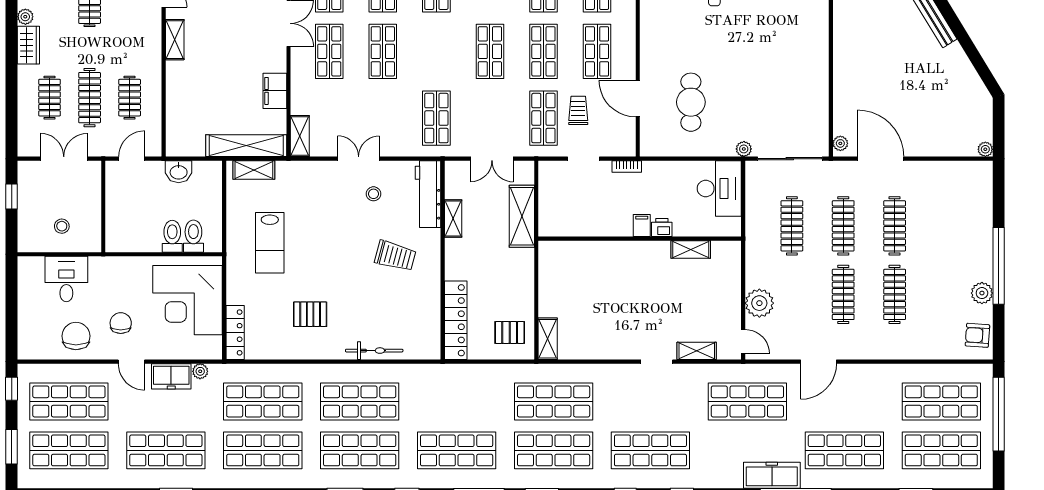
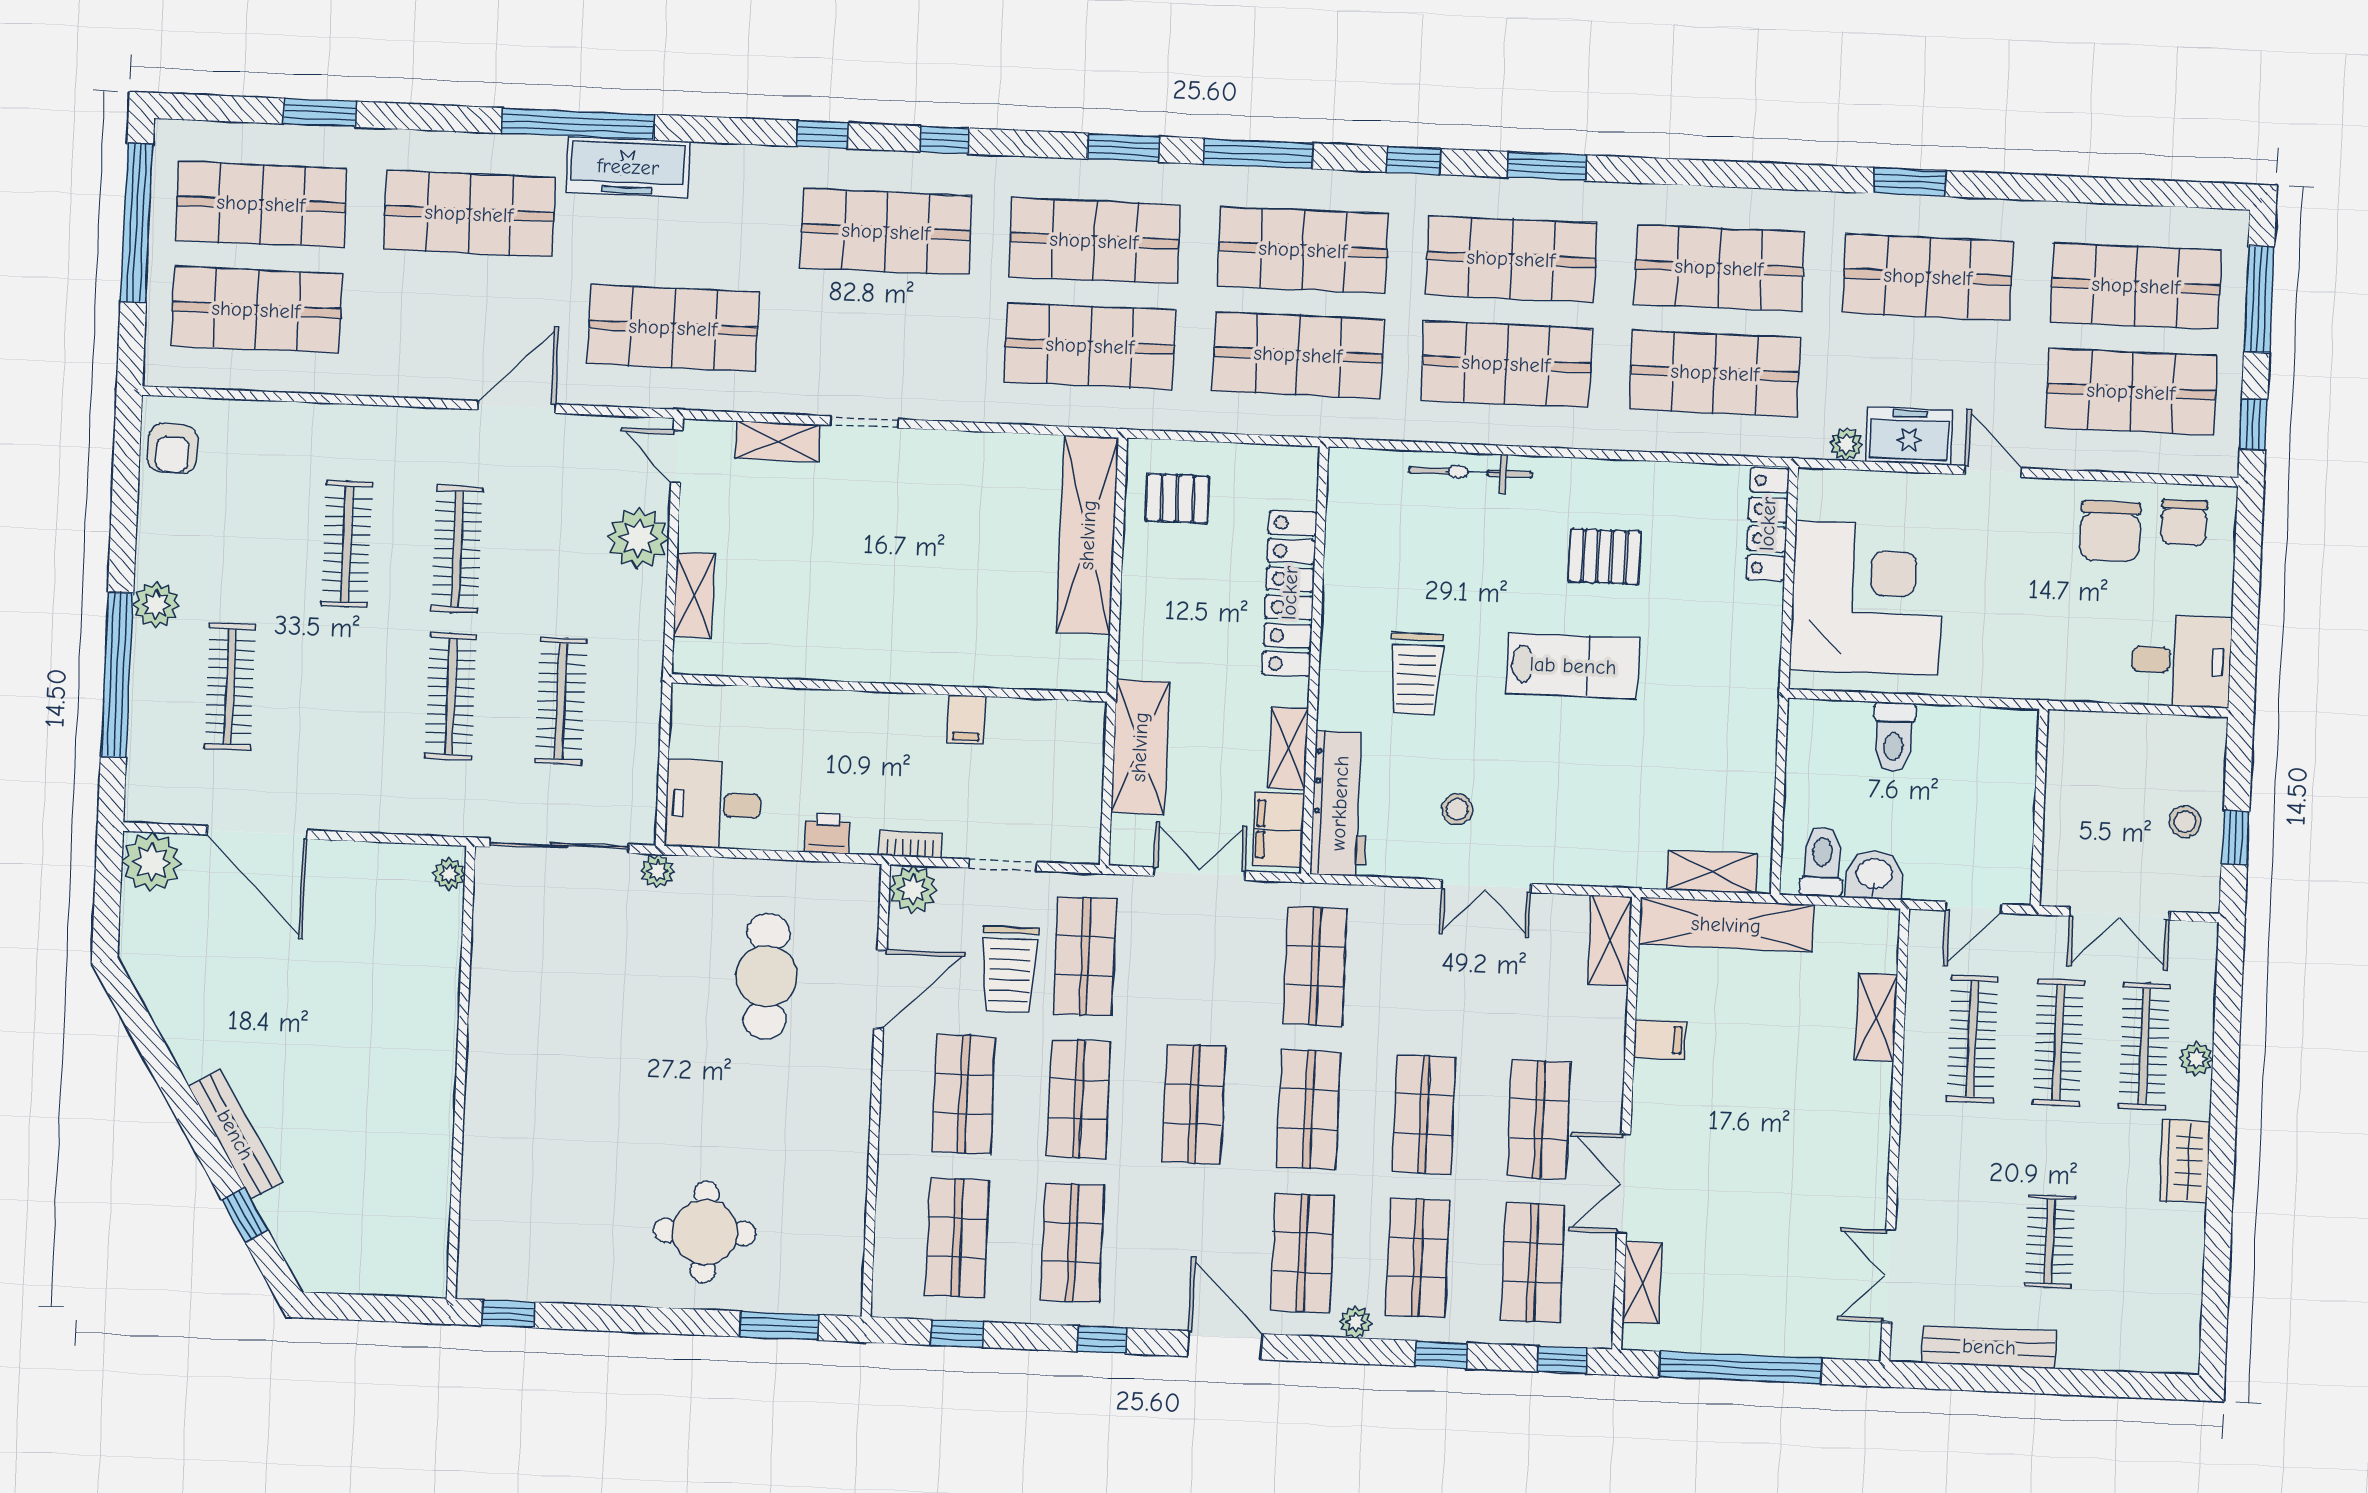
plant: (25, 17) -> (2196, 1059), moved
shelving: (175, 40) -> (1876, 1017), moved
shop shelf: (436, 51) -> (1309, 1109), added
filing cabinet: (275, 91) -> (1660, 1040), width x0.50
clothes rail: (50, 98) -> (2145, 1046), width x1.36
clothes rail: (130, 98) -> (1972, 1039), width x1.36
door: (638, 99) -> (880, 989), hinge flipped
trolley: (578, 110) -> (1009, 969), width x1.36, depth x1.39
plant: (625, 146) -> (913, 889), added
plant: (985, 149) -> (152, 862), width x1.88, depth x1.88
door: (881, 159) -> (257, 832), moved
filing cabinet: (456, 181) -> (1278, 830), added
desk: (719, 189) -> (713, 804), width x0.73
filing cabinet: (642, 225) -> (966, 720), moved
stool: (62, 226) -> (2185, 822), moved
clothes rail: (895, 226) -> (230, 687), moved
printer: (662, 228) -> (827, 834), moved, turned 180
toilet: (193, 236) -> (1822, 862), moved, turned 180
lab bench: (270, 243) -> (1573, 666), moved, turned 90
shelving: (691, 249) -> (694, 595), moved, turned 90
trolley: (395, 256) -> (1416, 674), turned -105
window: (999, 266) -> (117, 675), moved
desk: (66, 279) -> (2181, 661), moved, turned -90
plant: (982, 293) -> (156, 605), moved
locker: (456, 320) -> (1290, 593), moved
chair: (121, 323) -> (2184, 523), moved
armchair: (977, 335) -> (173, 448), turned 88
shelving: (548, 339) -> (1088, 535), width x2.20, depth x1.33
shop shelf: (457, 401) -> (1298, 355), added
window: (999, 414) -> (137, 223), moved
window: (12, 447) -> (2259, 299), width x1.44

